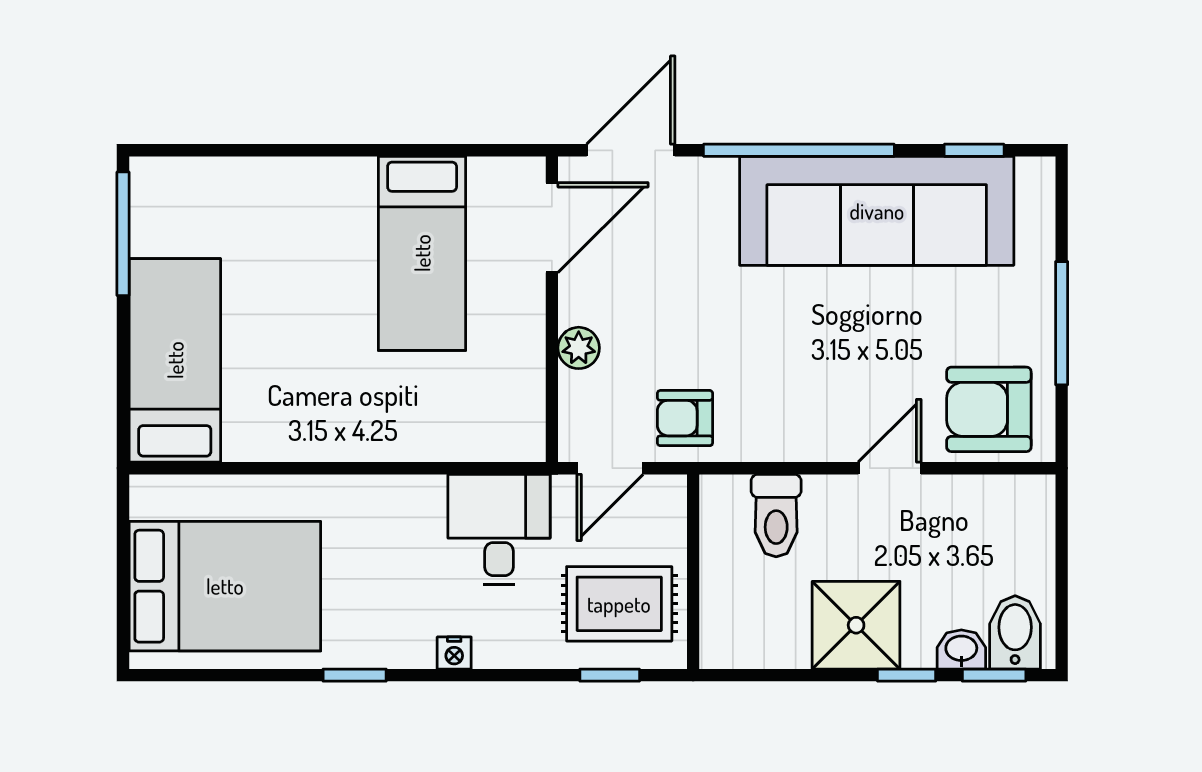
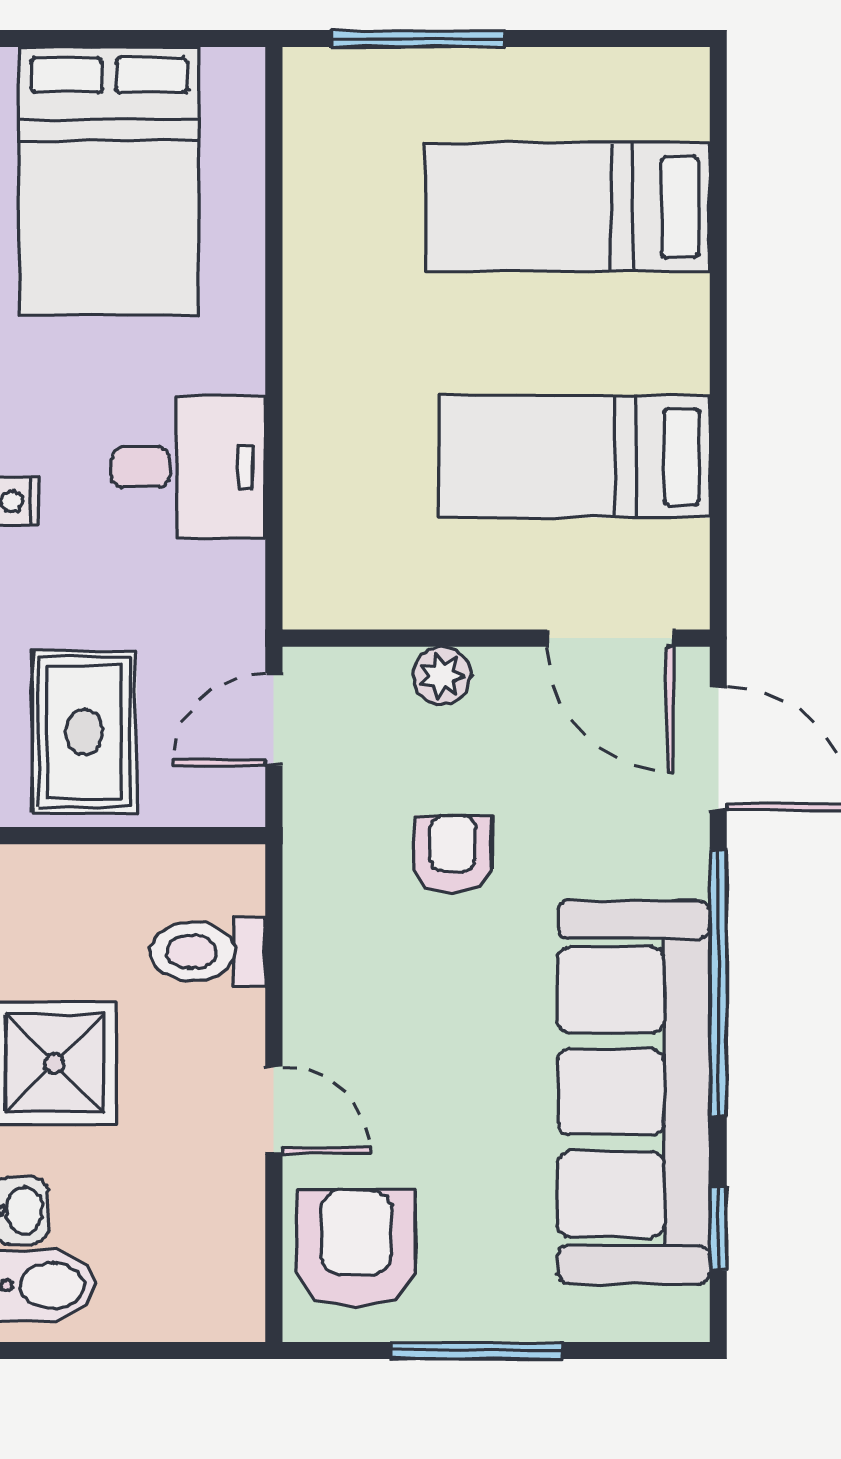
window: (123, 234) -> (418, 38), moved
bed: (175, 360) -> (568, 207), moved, turned 180
armchair: (685, 418) -> (453, 854), moved
door: (610, 468) -> (274, 719), hinge flipped
desk: (499, 529) -> (188, 467), moved

